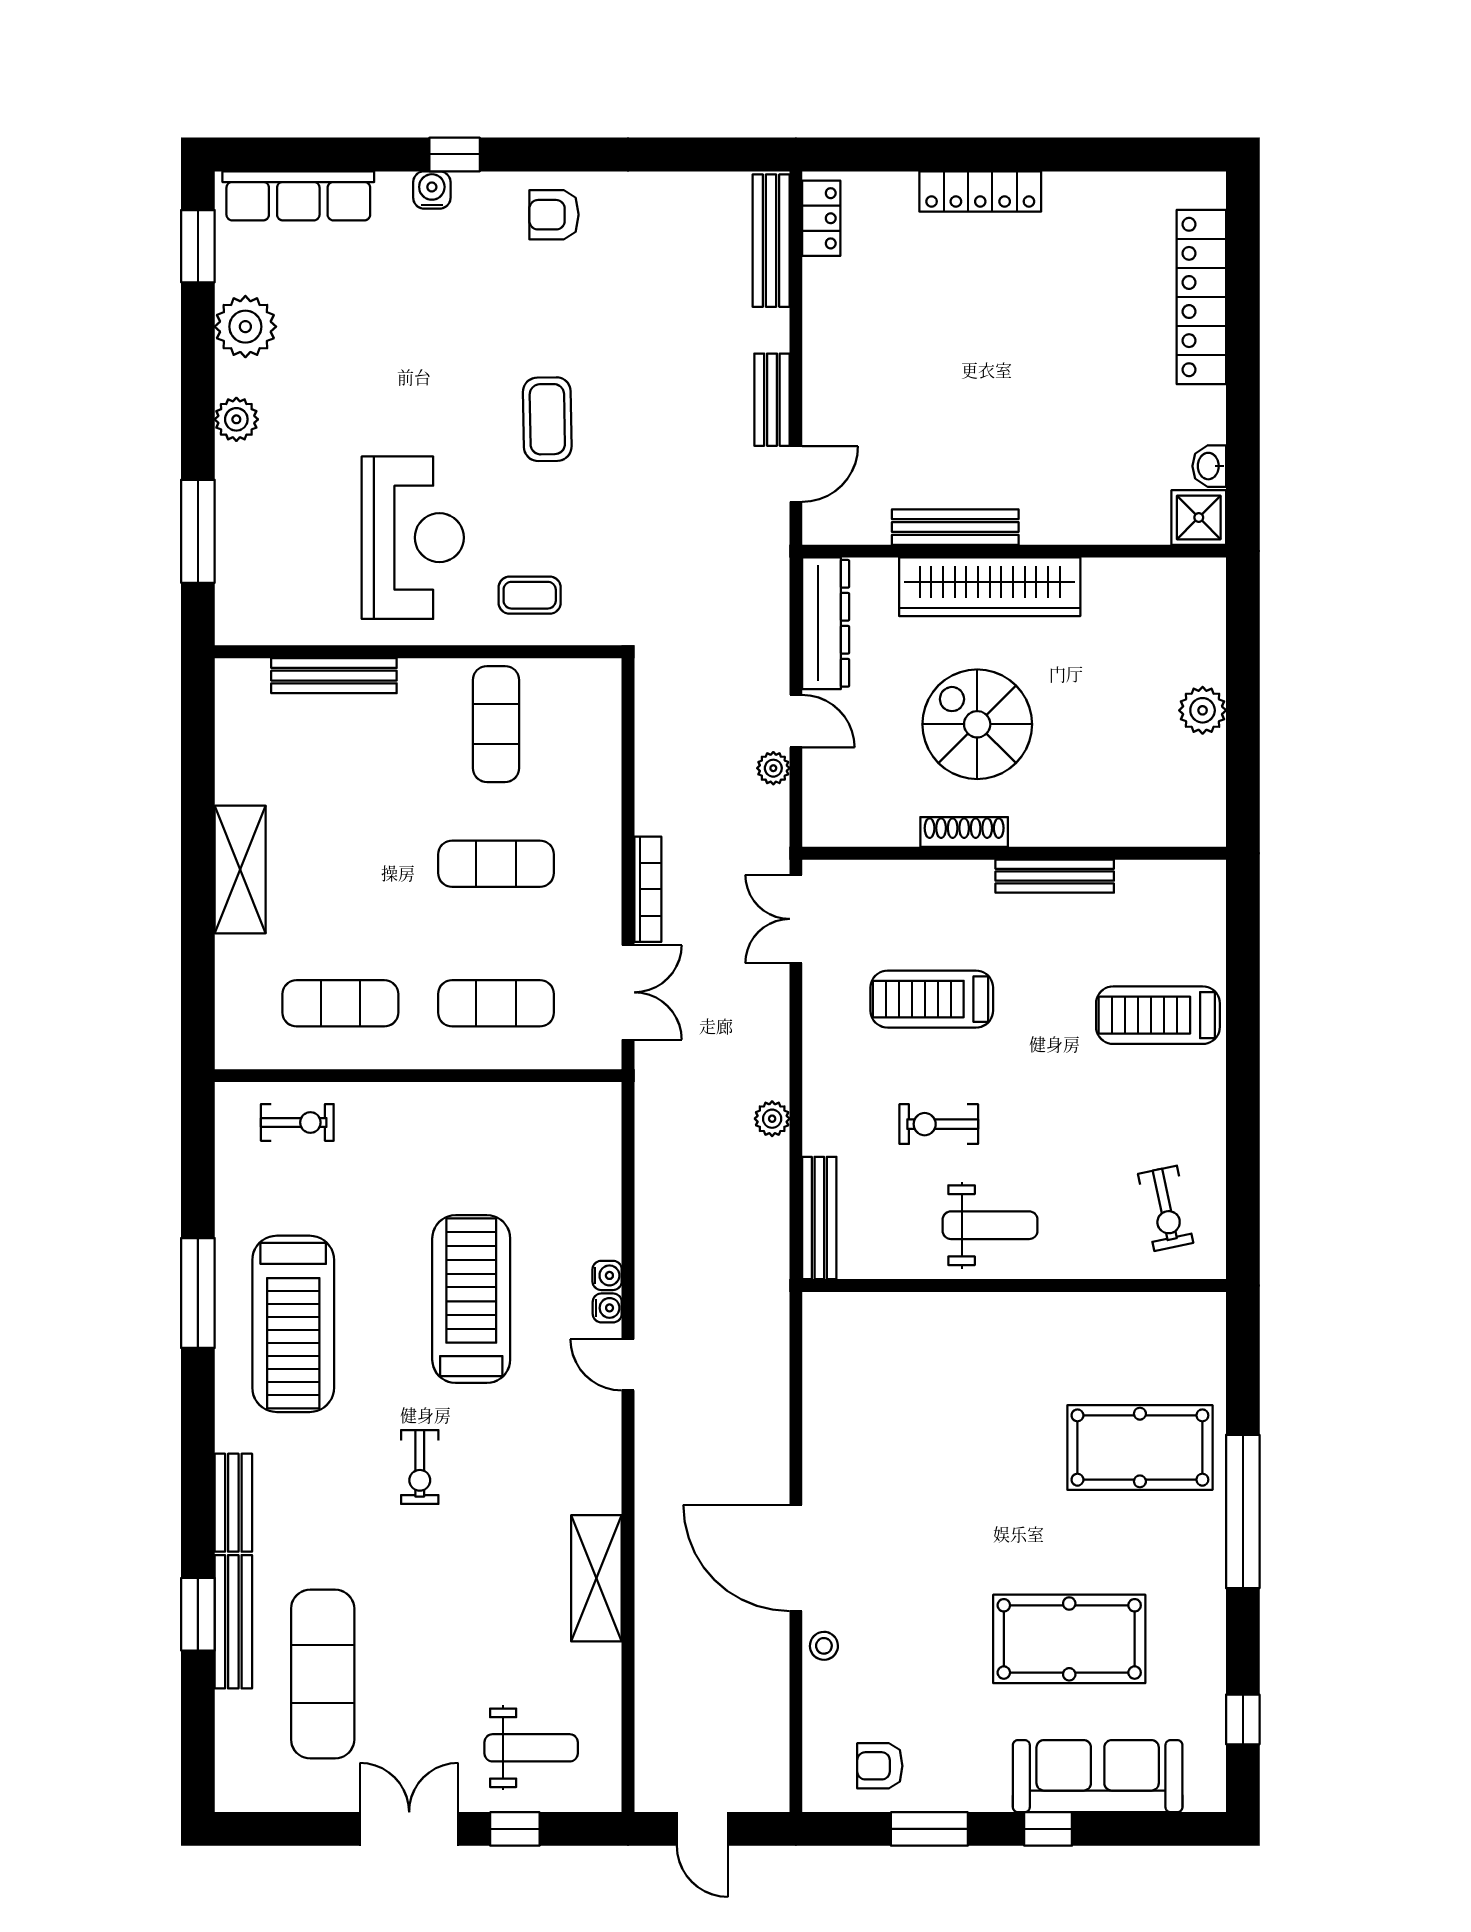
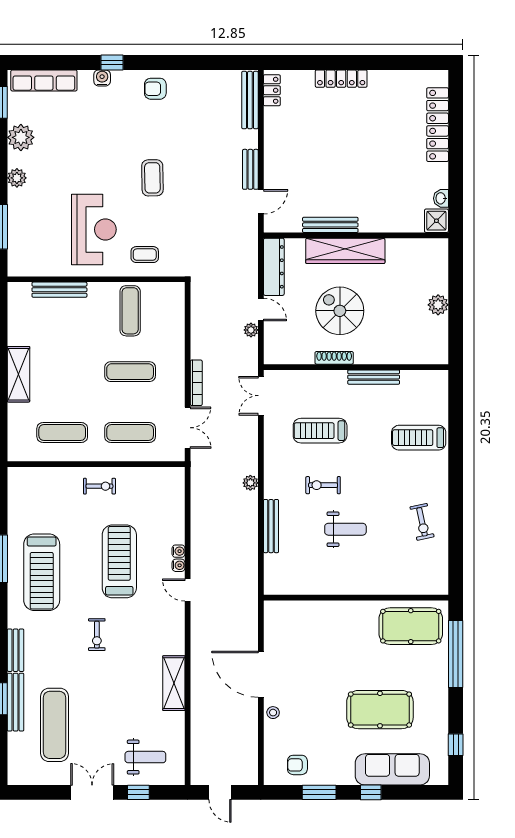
exercise bike: (297, 1122) -> (99, 486), moved
wall: (1014, 1285) -> (356, 598), moved

